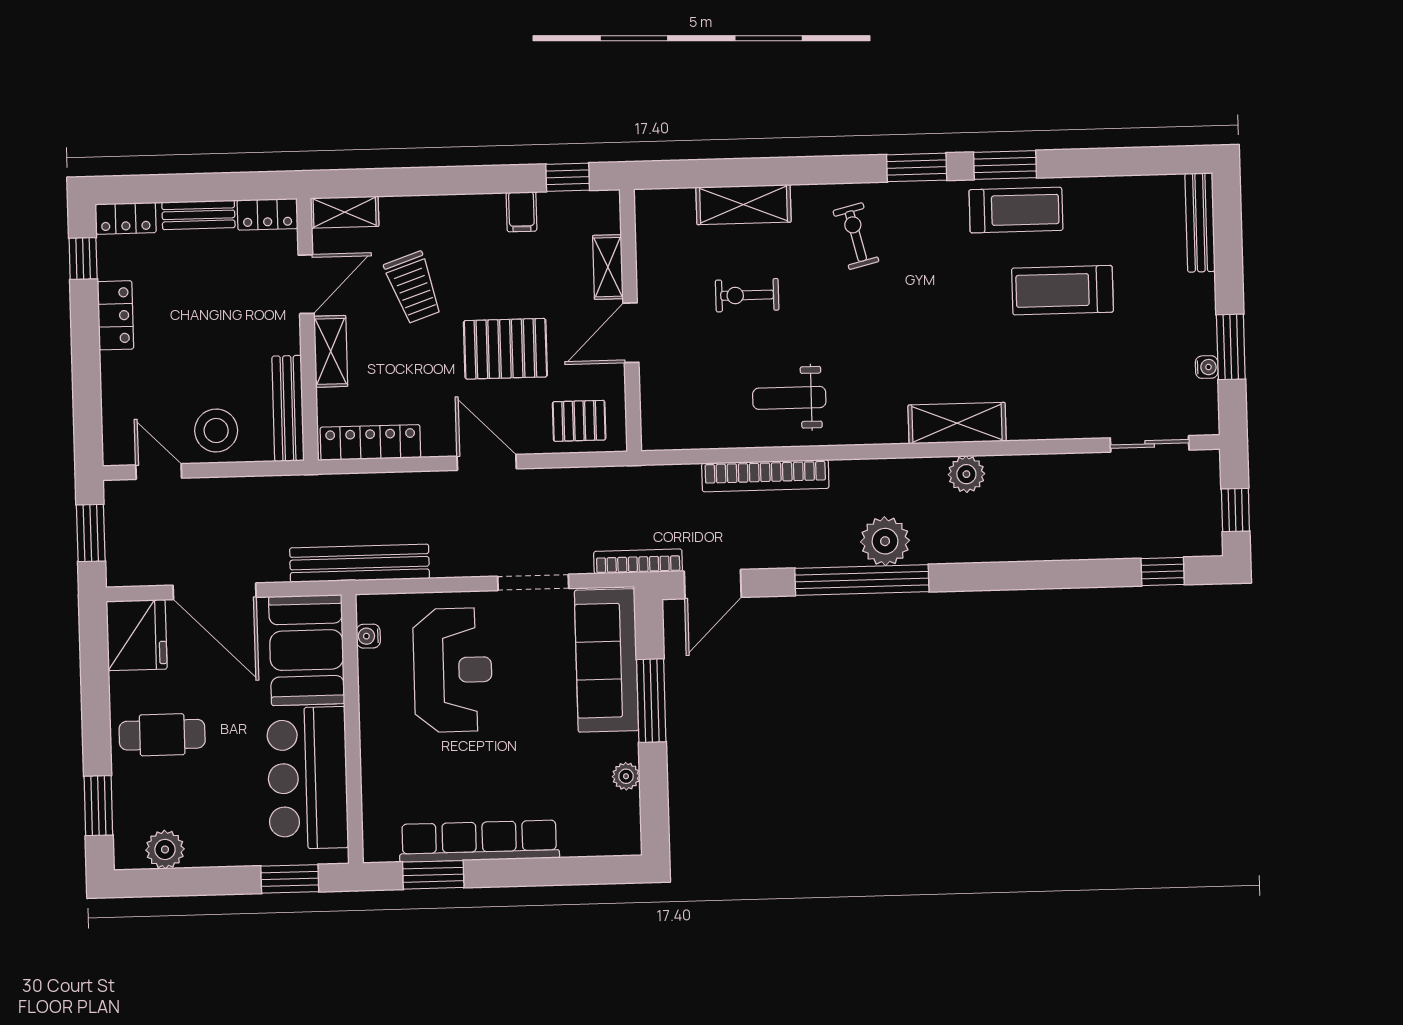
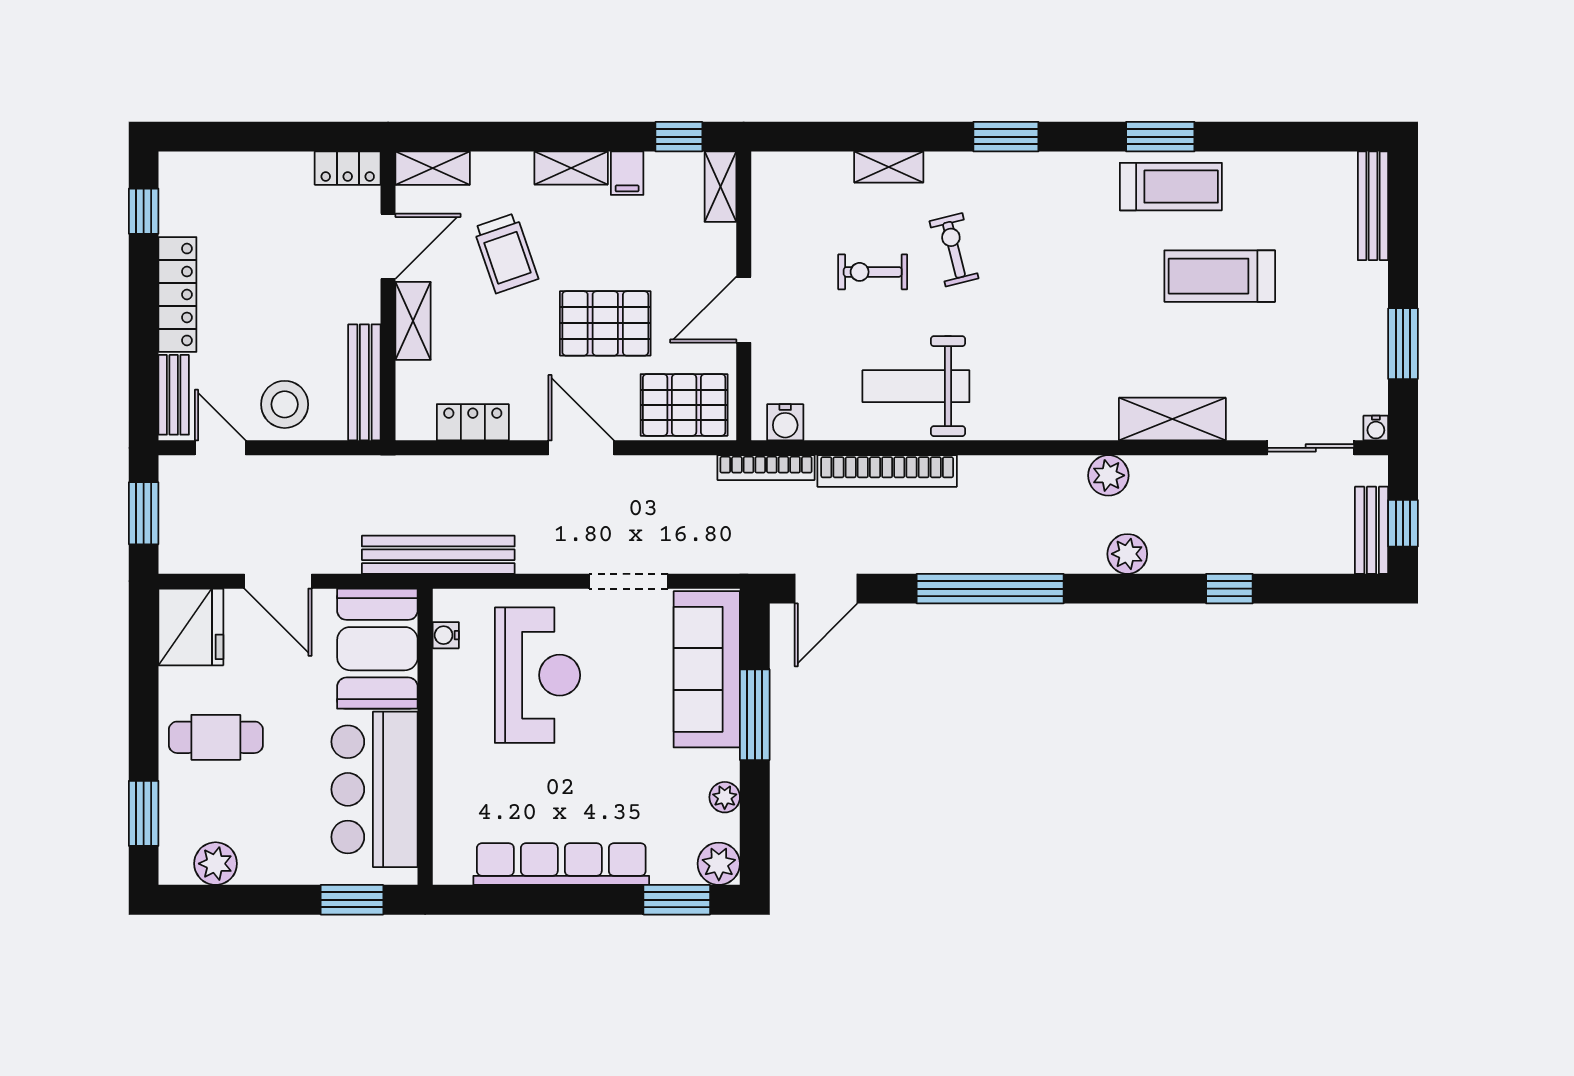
window: (917, 167) -> (1006, 137), moved
shelving: (744, 205) -> (889, 167), width x0.67, depth x0.75
shelving: (470, 208) -> (571, 168), added
bench: (198, 215) -> (174, 395), moved, turned 90
locker: (126, 218) -> (192, 168), removed
exercise bike: (856, 236) -> (954, 250), moved
shelving: (608, 267) -> (720, 187), moved
locker: (115, 315) -> (177, 294), width x1.53
water cooler: (1207, 367) -> (1376, 428), moved, turned 90
weight bench: (789, 398) -> (916, 386), width x1.36, depth x1.33
pallet: (579, 421) -> (684, 405), width x1.50, depth x1.42
shelving: (957, 423) -> (1172, 419), moved
water cooler: (671, 434) -> (785, 422), added
locker: (370, 442) -> (473, 422), width x0.66
bench: (1207, 517) -> (1372, 530), added
plant: (885, 541) -> (1127, 554), moved, width x0.73, depth x0.73
bookcase: (638, 561) -> (766, 468), moved, turned 180
window: (1163, 572) -> (1229, 589), moved
door: (215, 591) -> (278, 581), width x0.73
plant: (622, 837) -> (719, 864), added
window: (433, 875) -> (677, 900), moved

